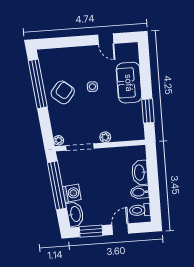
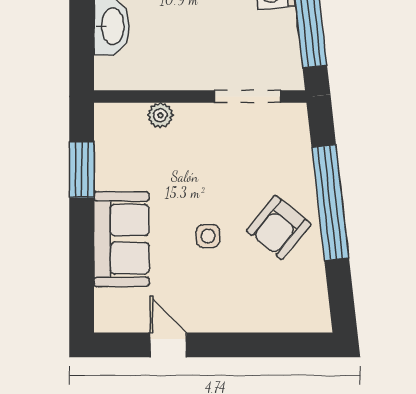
window: (38, 84) -> (330, 203), moved
plant: (105, 137) -> (160, 115), moved
plant: (59, 140) -> (296, 116), removed

